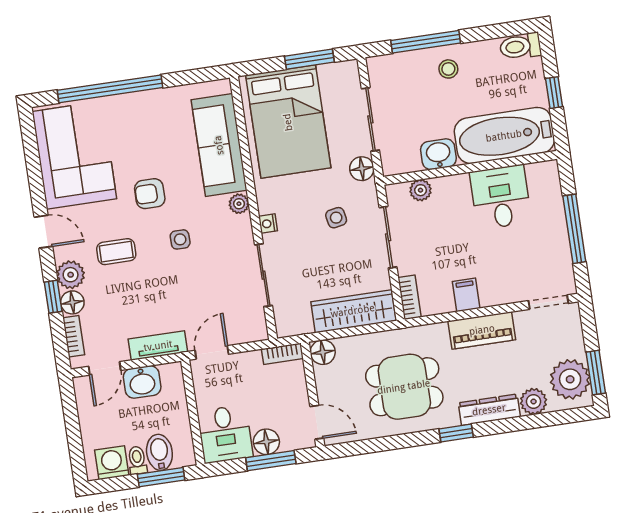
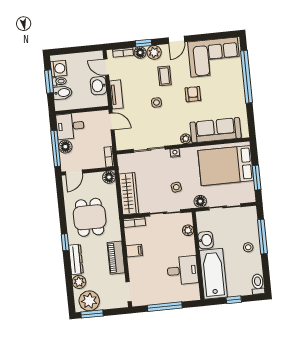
side table: (180, 239) -> (156, 103), moved
window: (271, 461) -> (56, 148), width x1.44
window: (161, 477) -> (49, 82), moved

